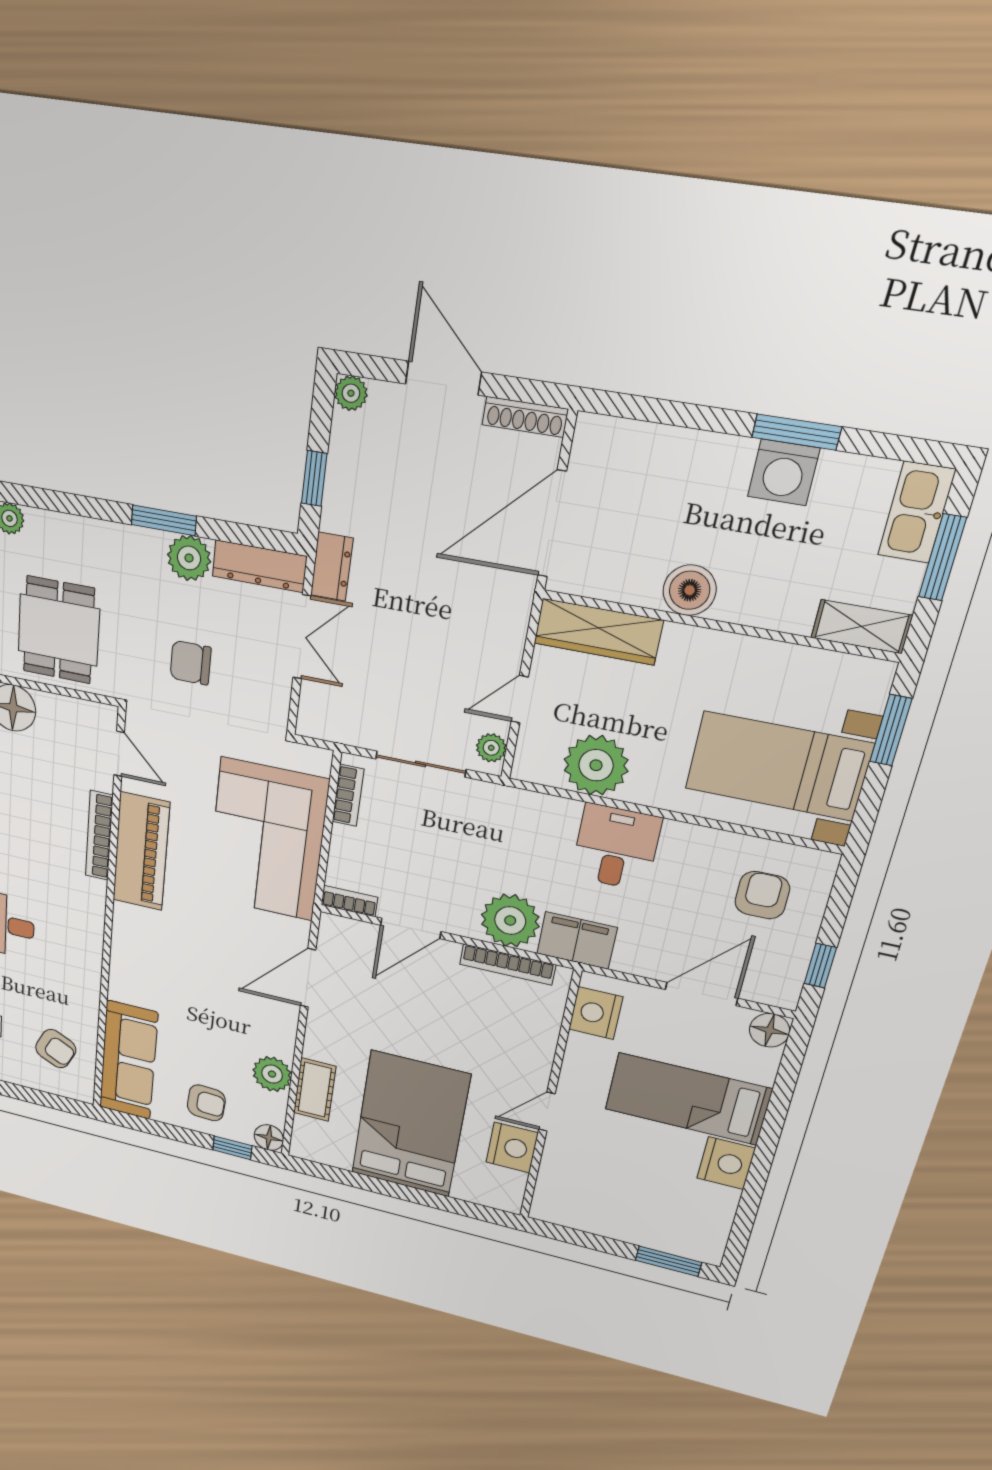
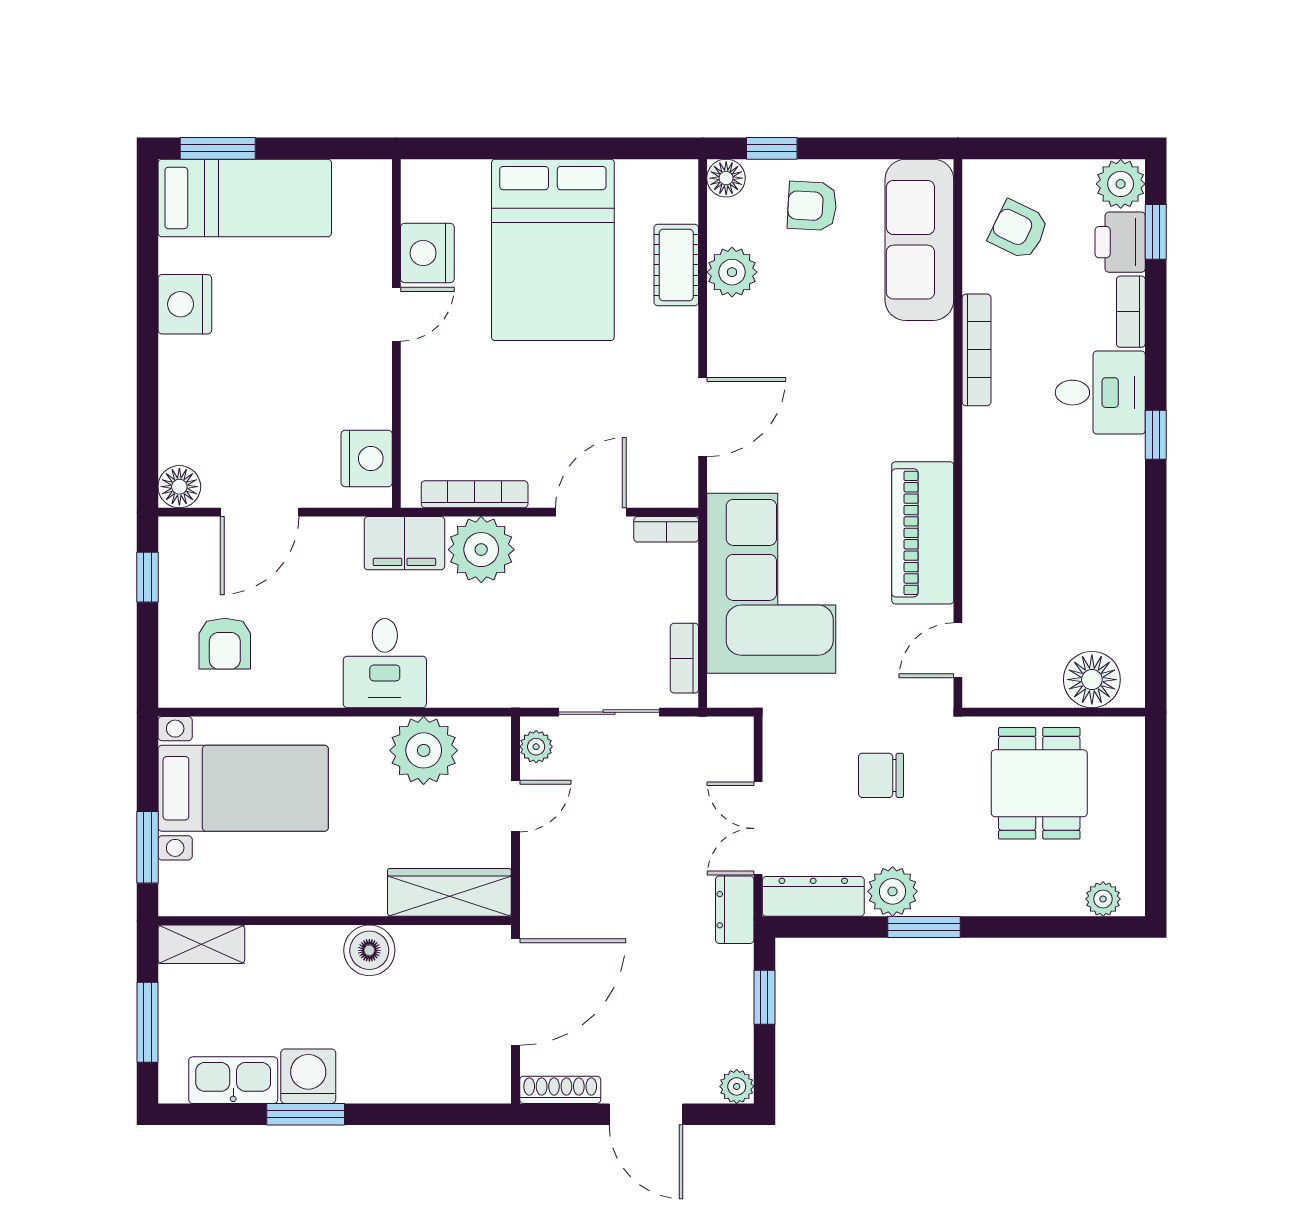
kitchen sink: (916, 512) -> (233, 1080), moved, turned -90
chair: (190, 663) -> (881, 775), turned 180
door: (119, 754) -> (958, 650), hinge flipped
bookcase: (99, 836) -> (977, 350), moved
bed: (688, 1099) -> (245, 198), moved

